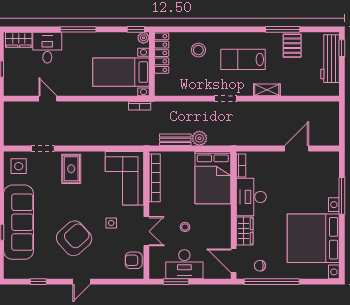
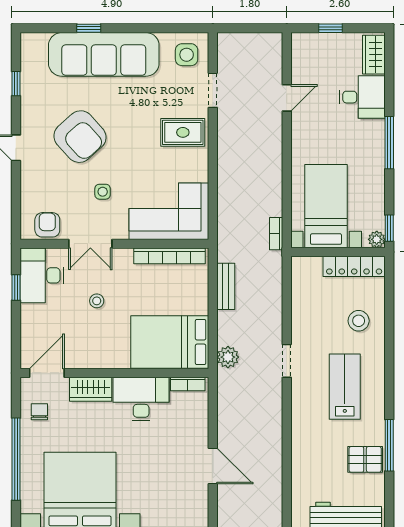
shelving: (267, 90) -> (300, 422), removed
plant: (199, 138) -> (228, 357), moved
desk: (184, 264) -> (42, 275), moved
window: (176, 282) -> (16, 287), width x0.67
window: (272, 282) -> (16, 459), moved

